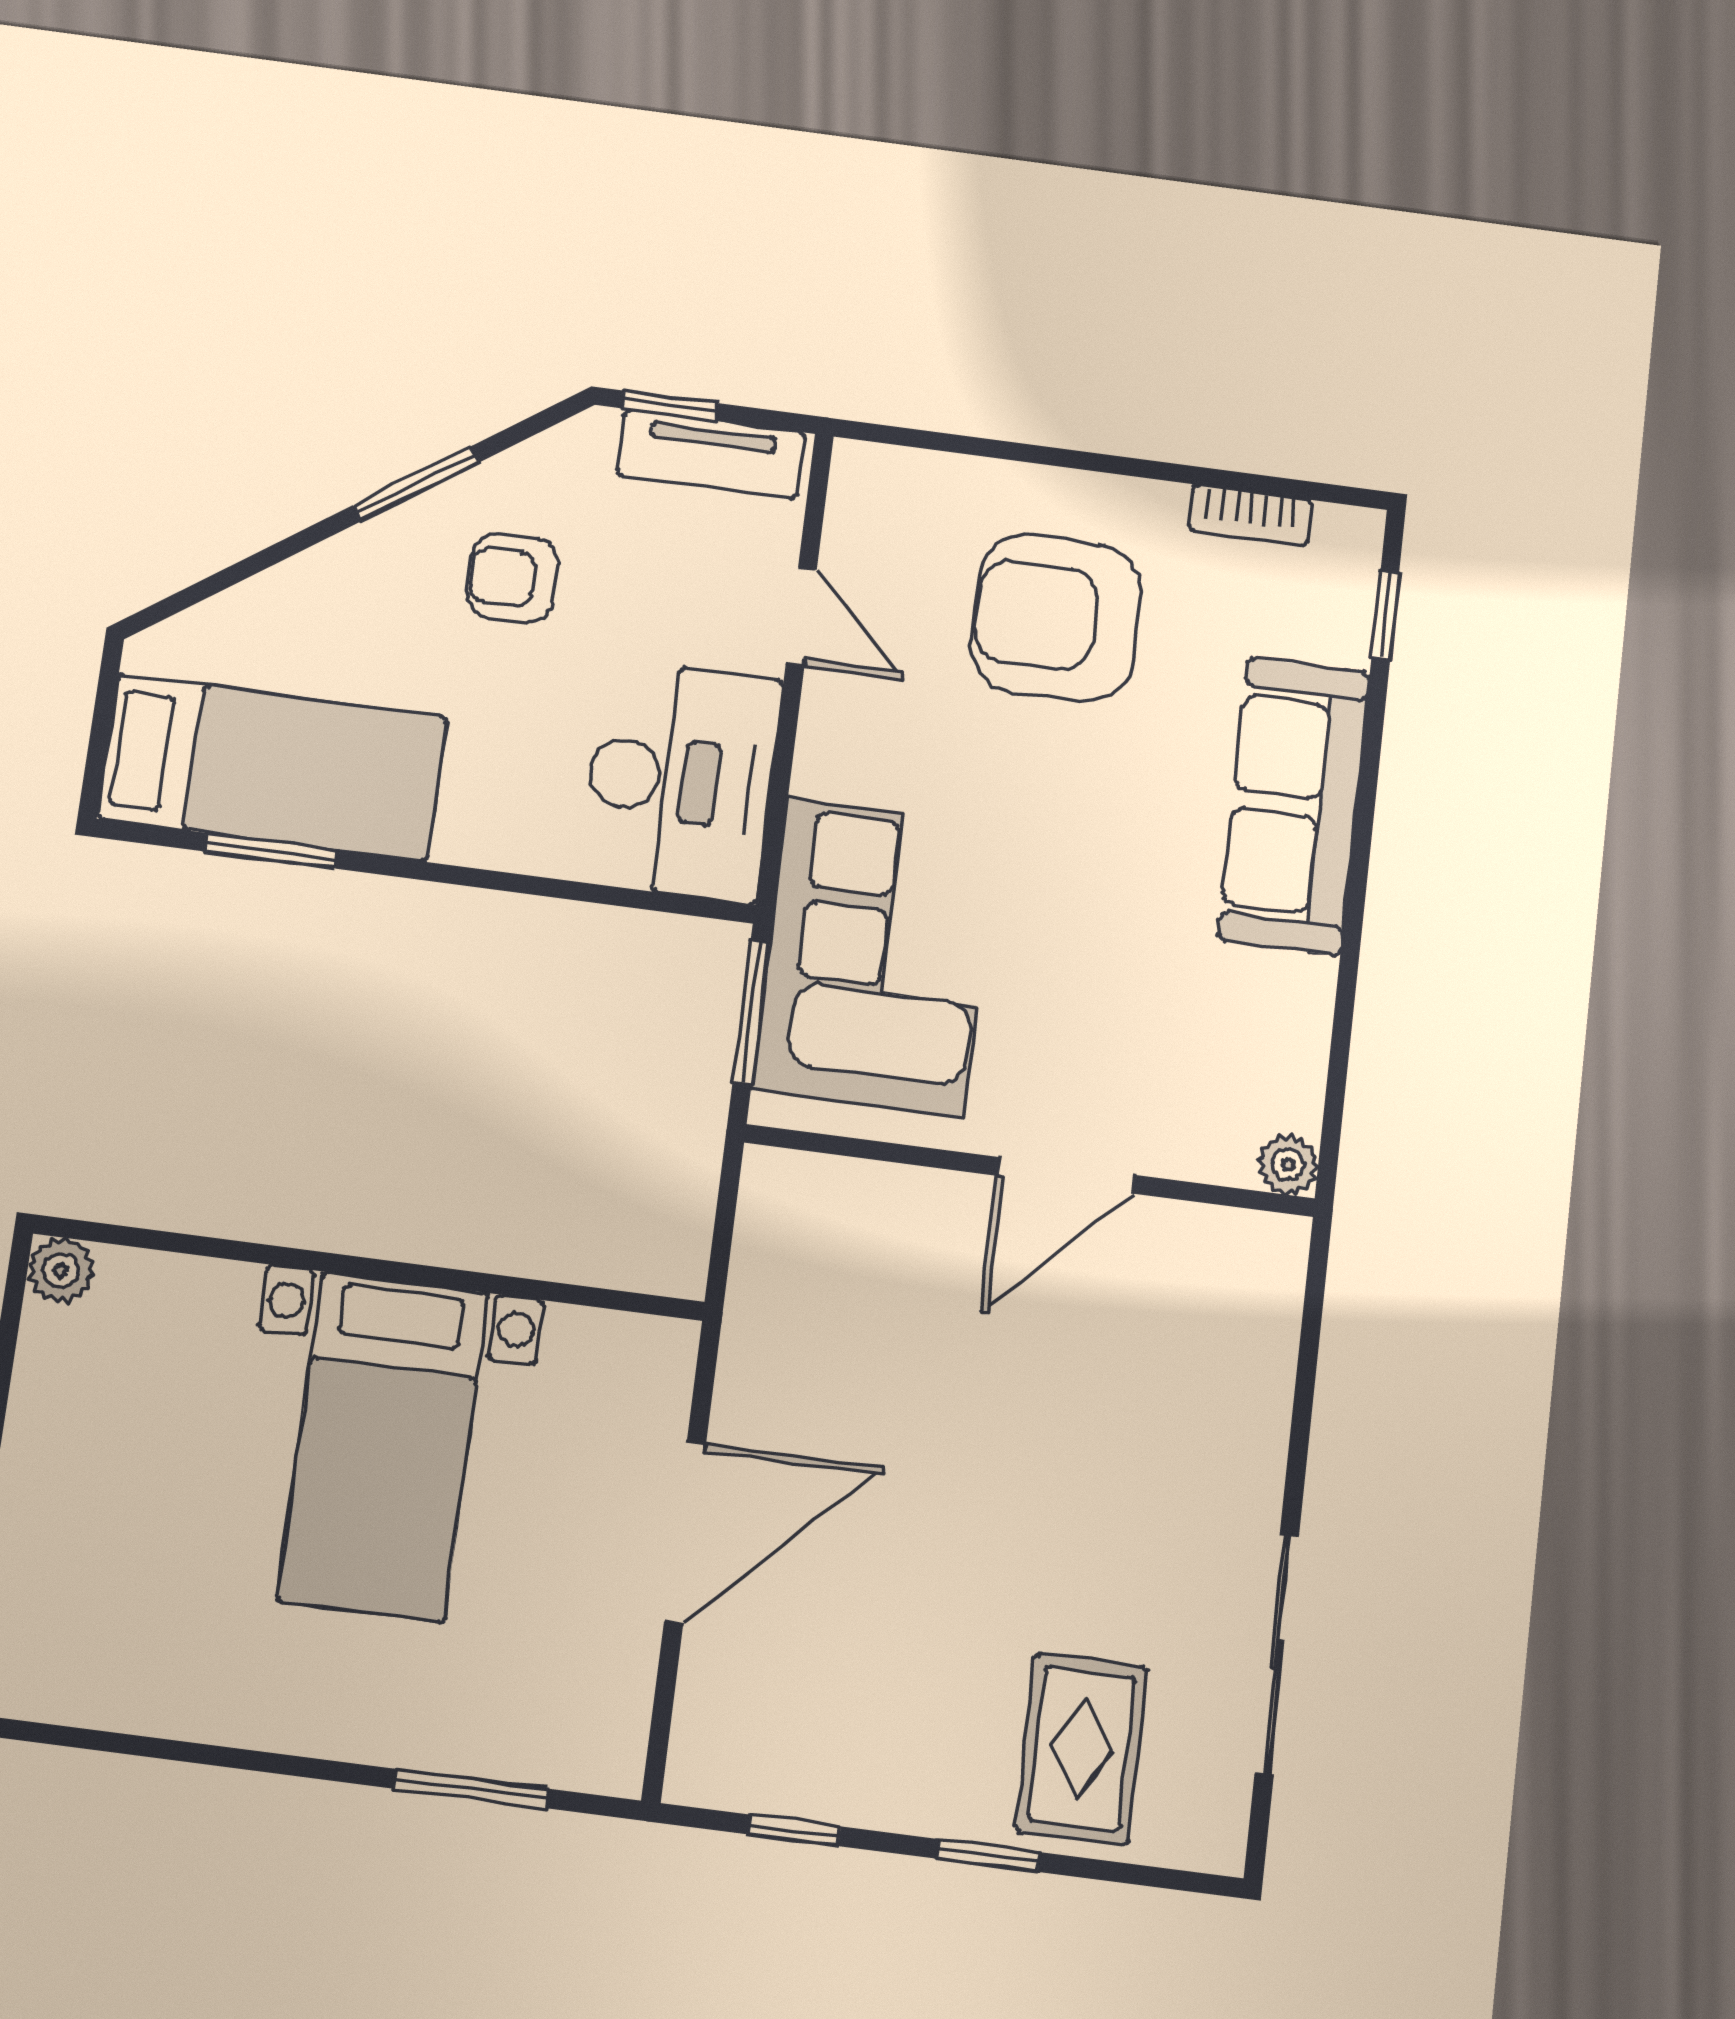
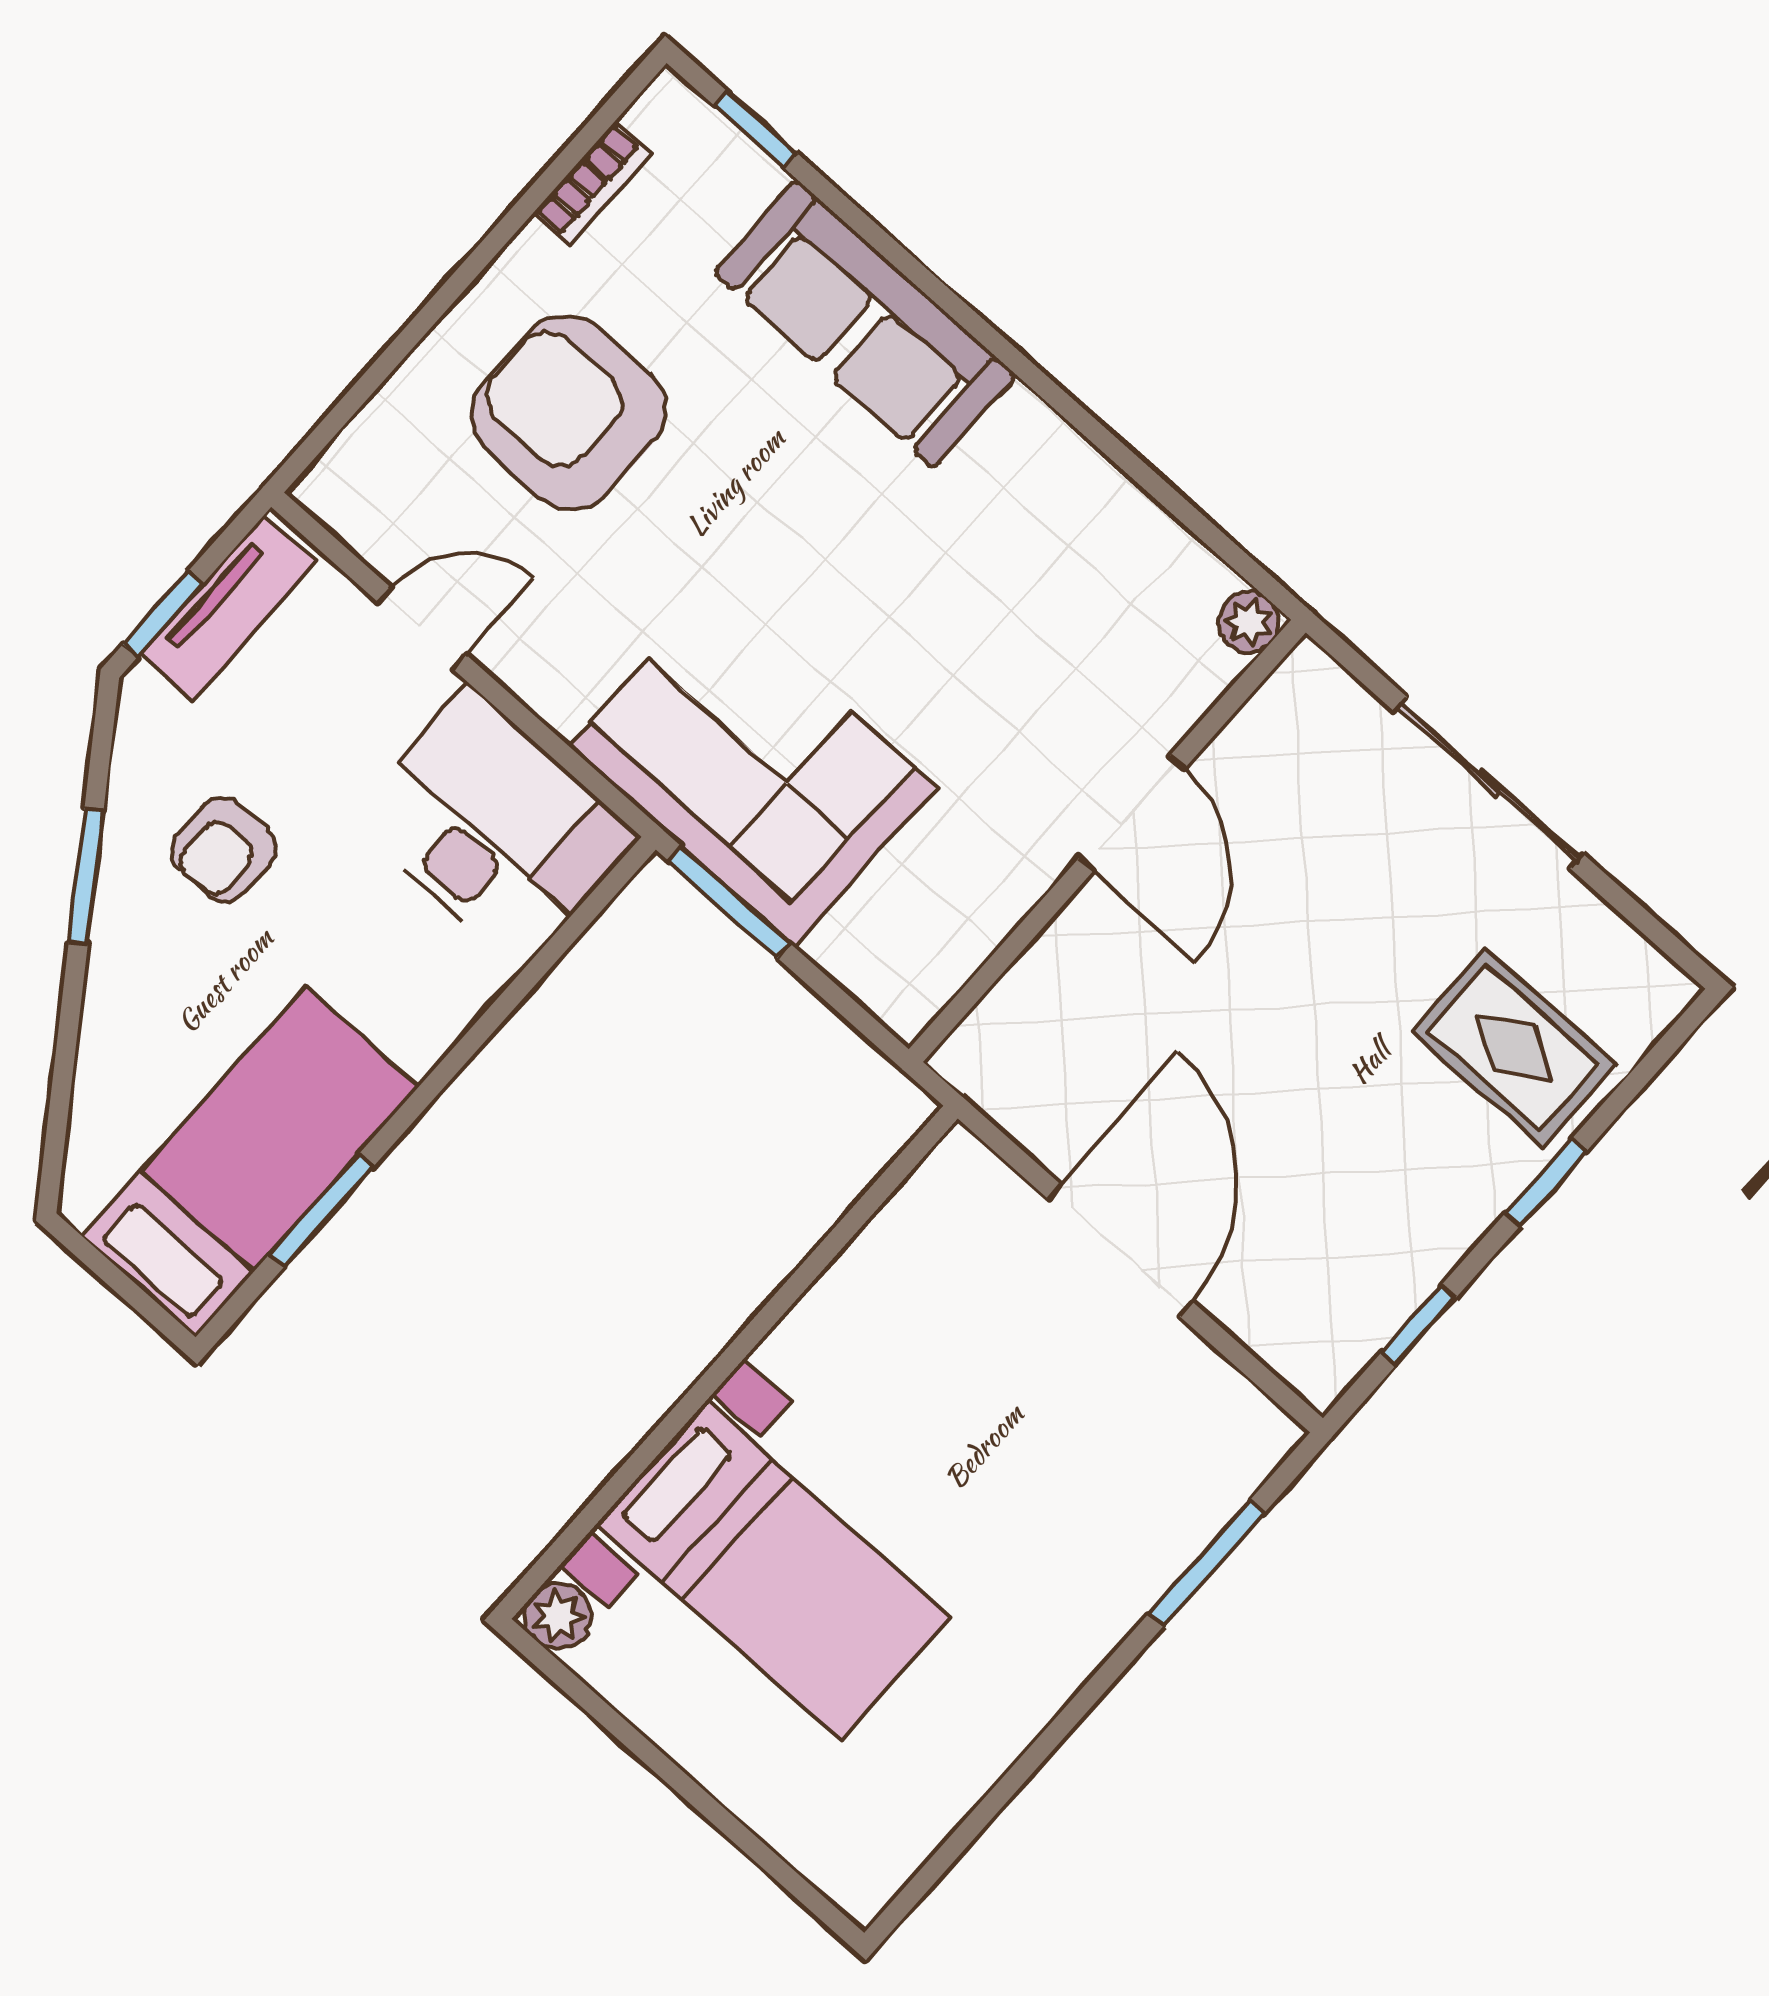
armchair: (1056, 618) -> (569, 412), turned 90
plant: (1288, 1165) -> (1249, 622), moved
wall: (1030, 1171) -> (1107, 841), moved
door: (1066, 1175) -> (1132, 813), moved
bed with nightstands: (383, 1446) -> (774, 1571), moved
sliding door: (1277, 1654) -> (1489, 783), moved

